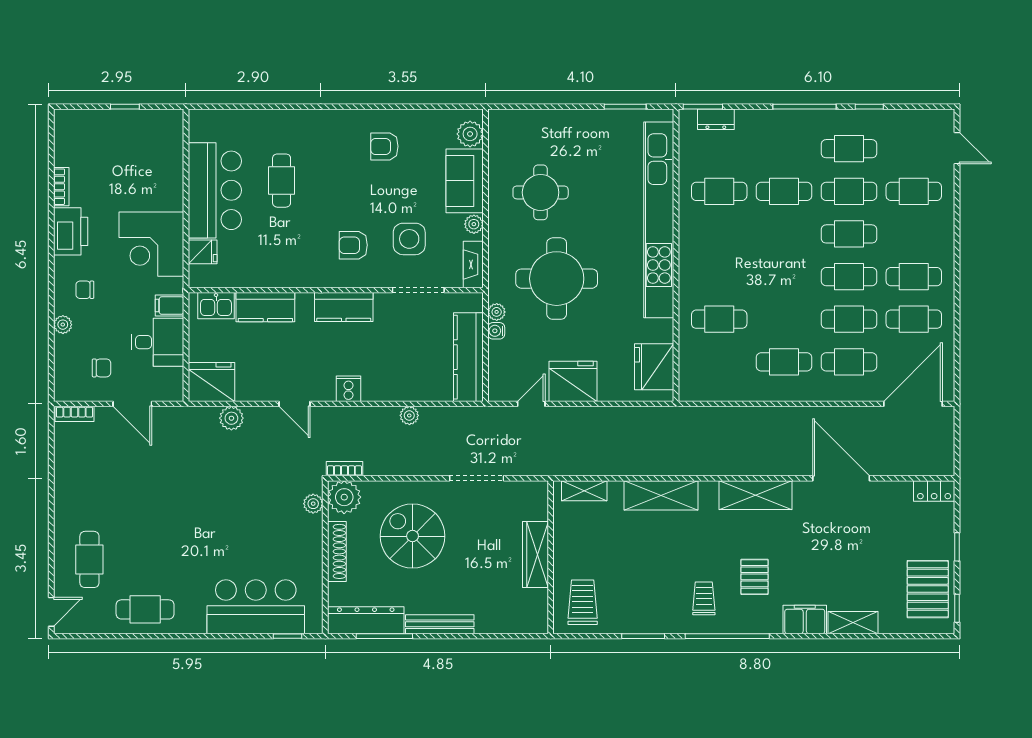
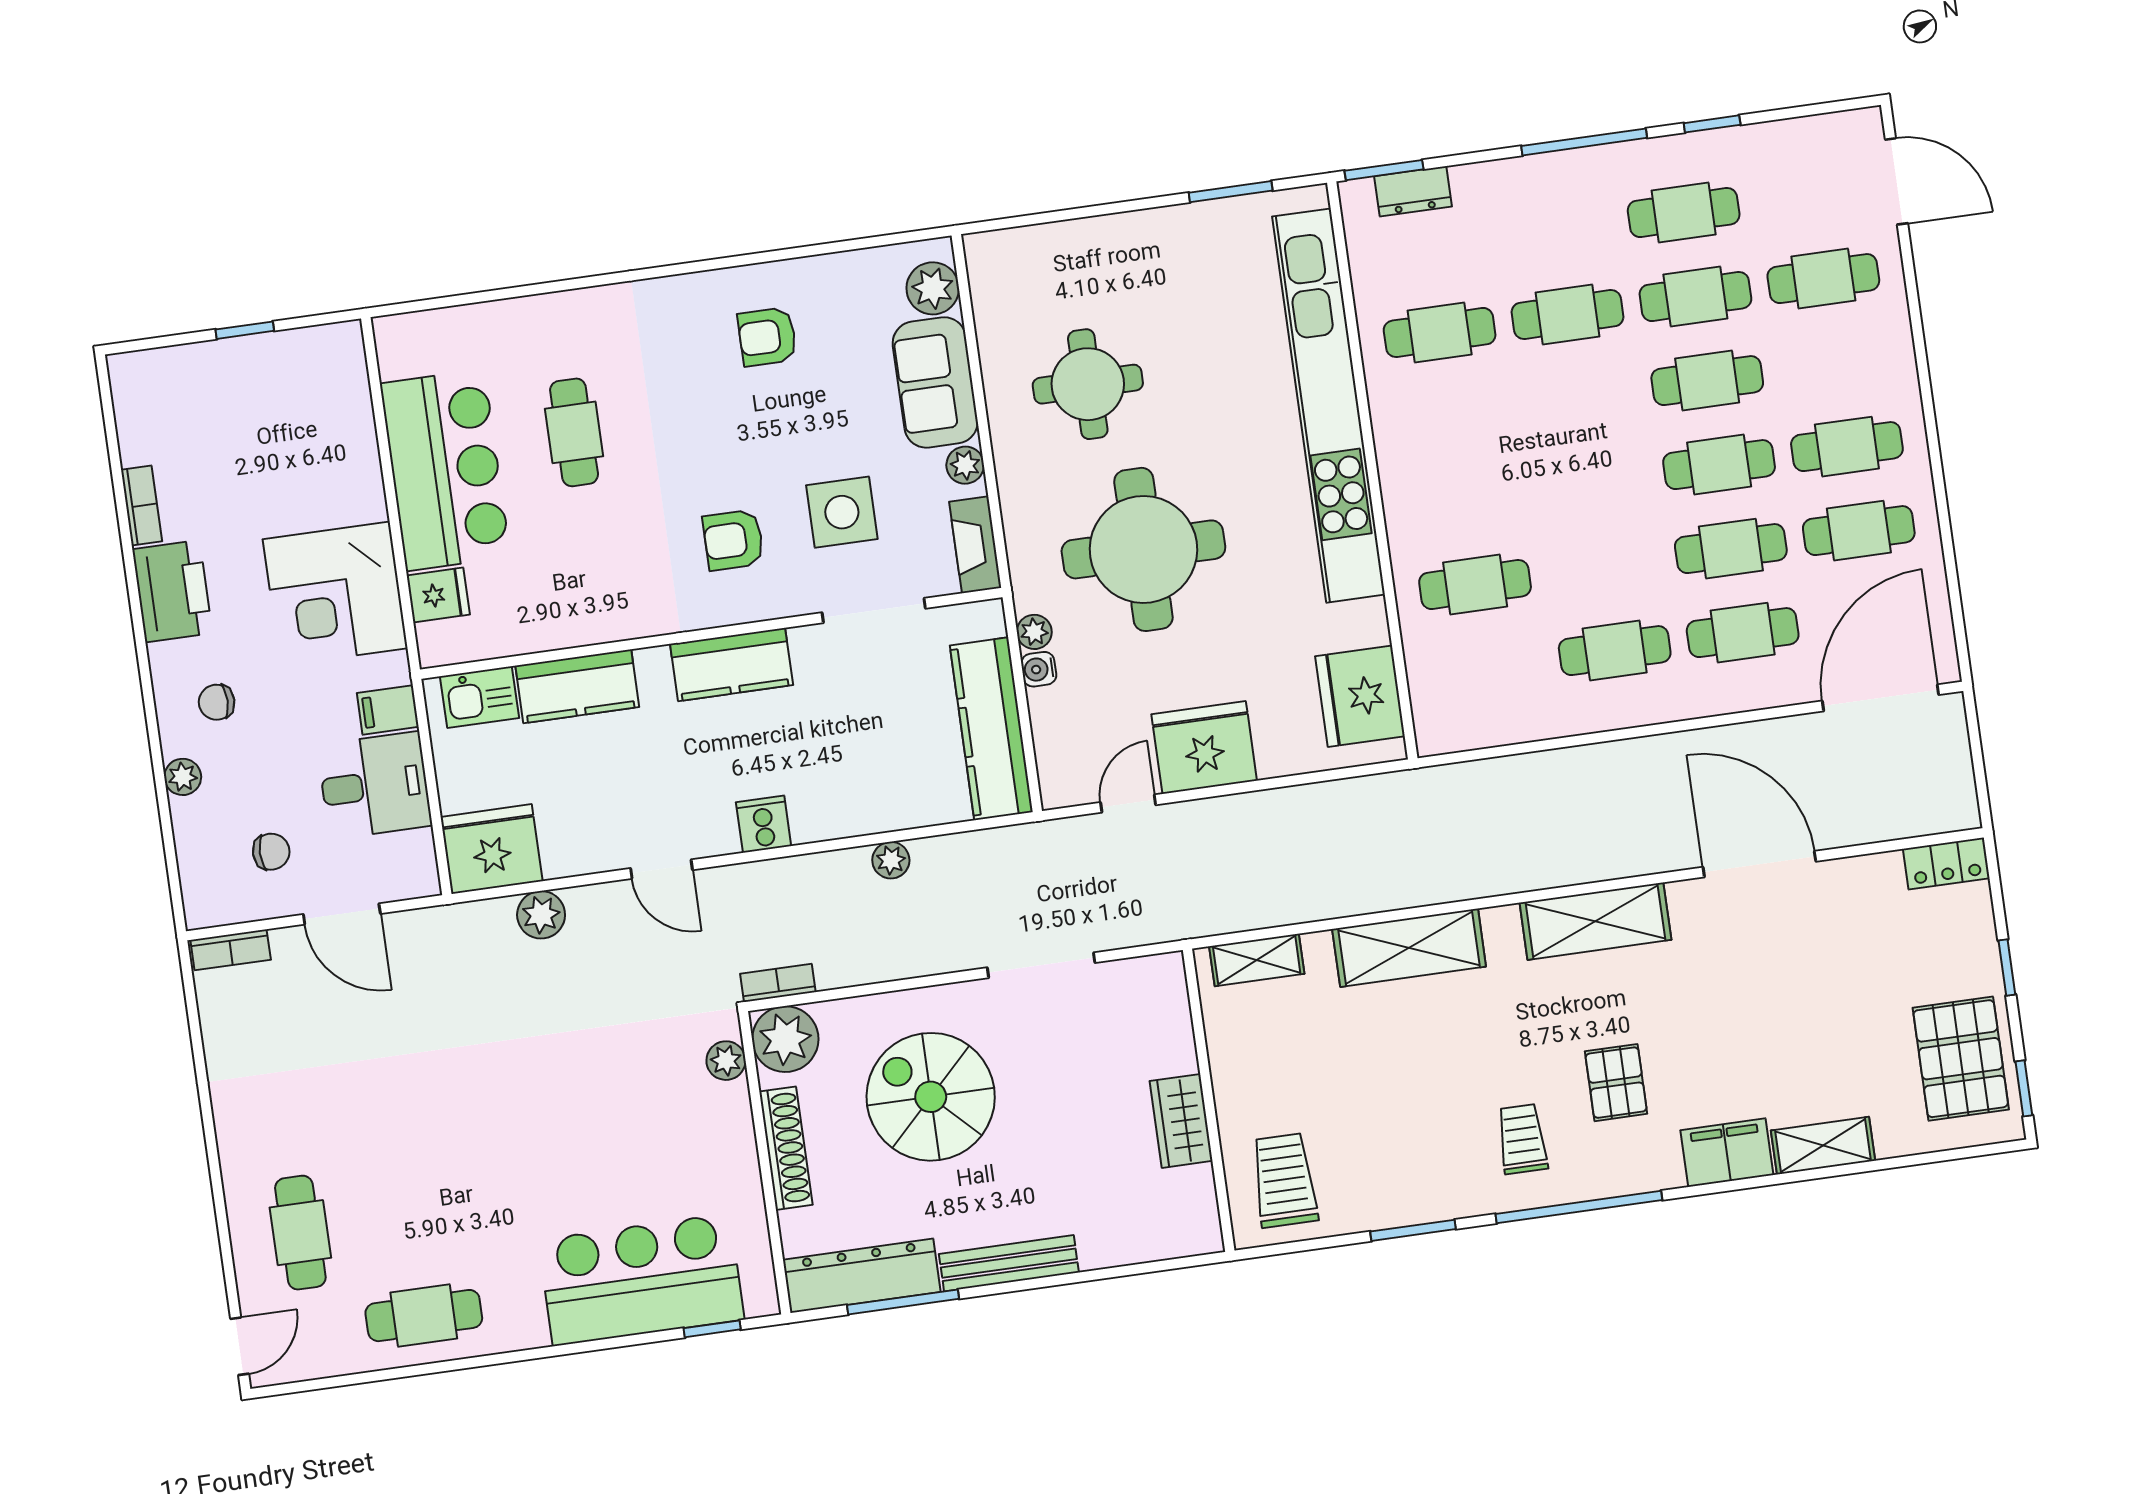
door: (957, 148) -> (1896, 181), width x1.38
wardrobe: (535, 554) -> (1181, 1121), width x0.67

